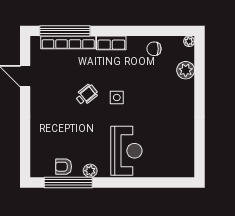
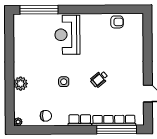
plant: (186, 70) -> (21, 84), moved
side table: (117, 98) -> (64, 82), moved
plant: (90, 171) -> (96, 19), removed
window: (68, 182) -> (39, 10), moved

